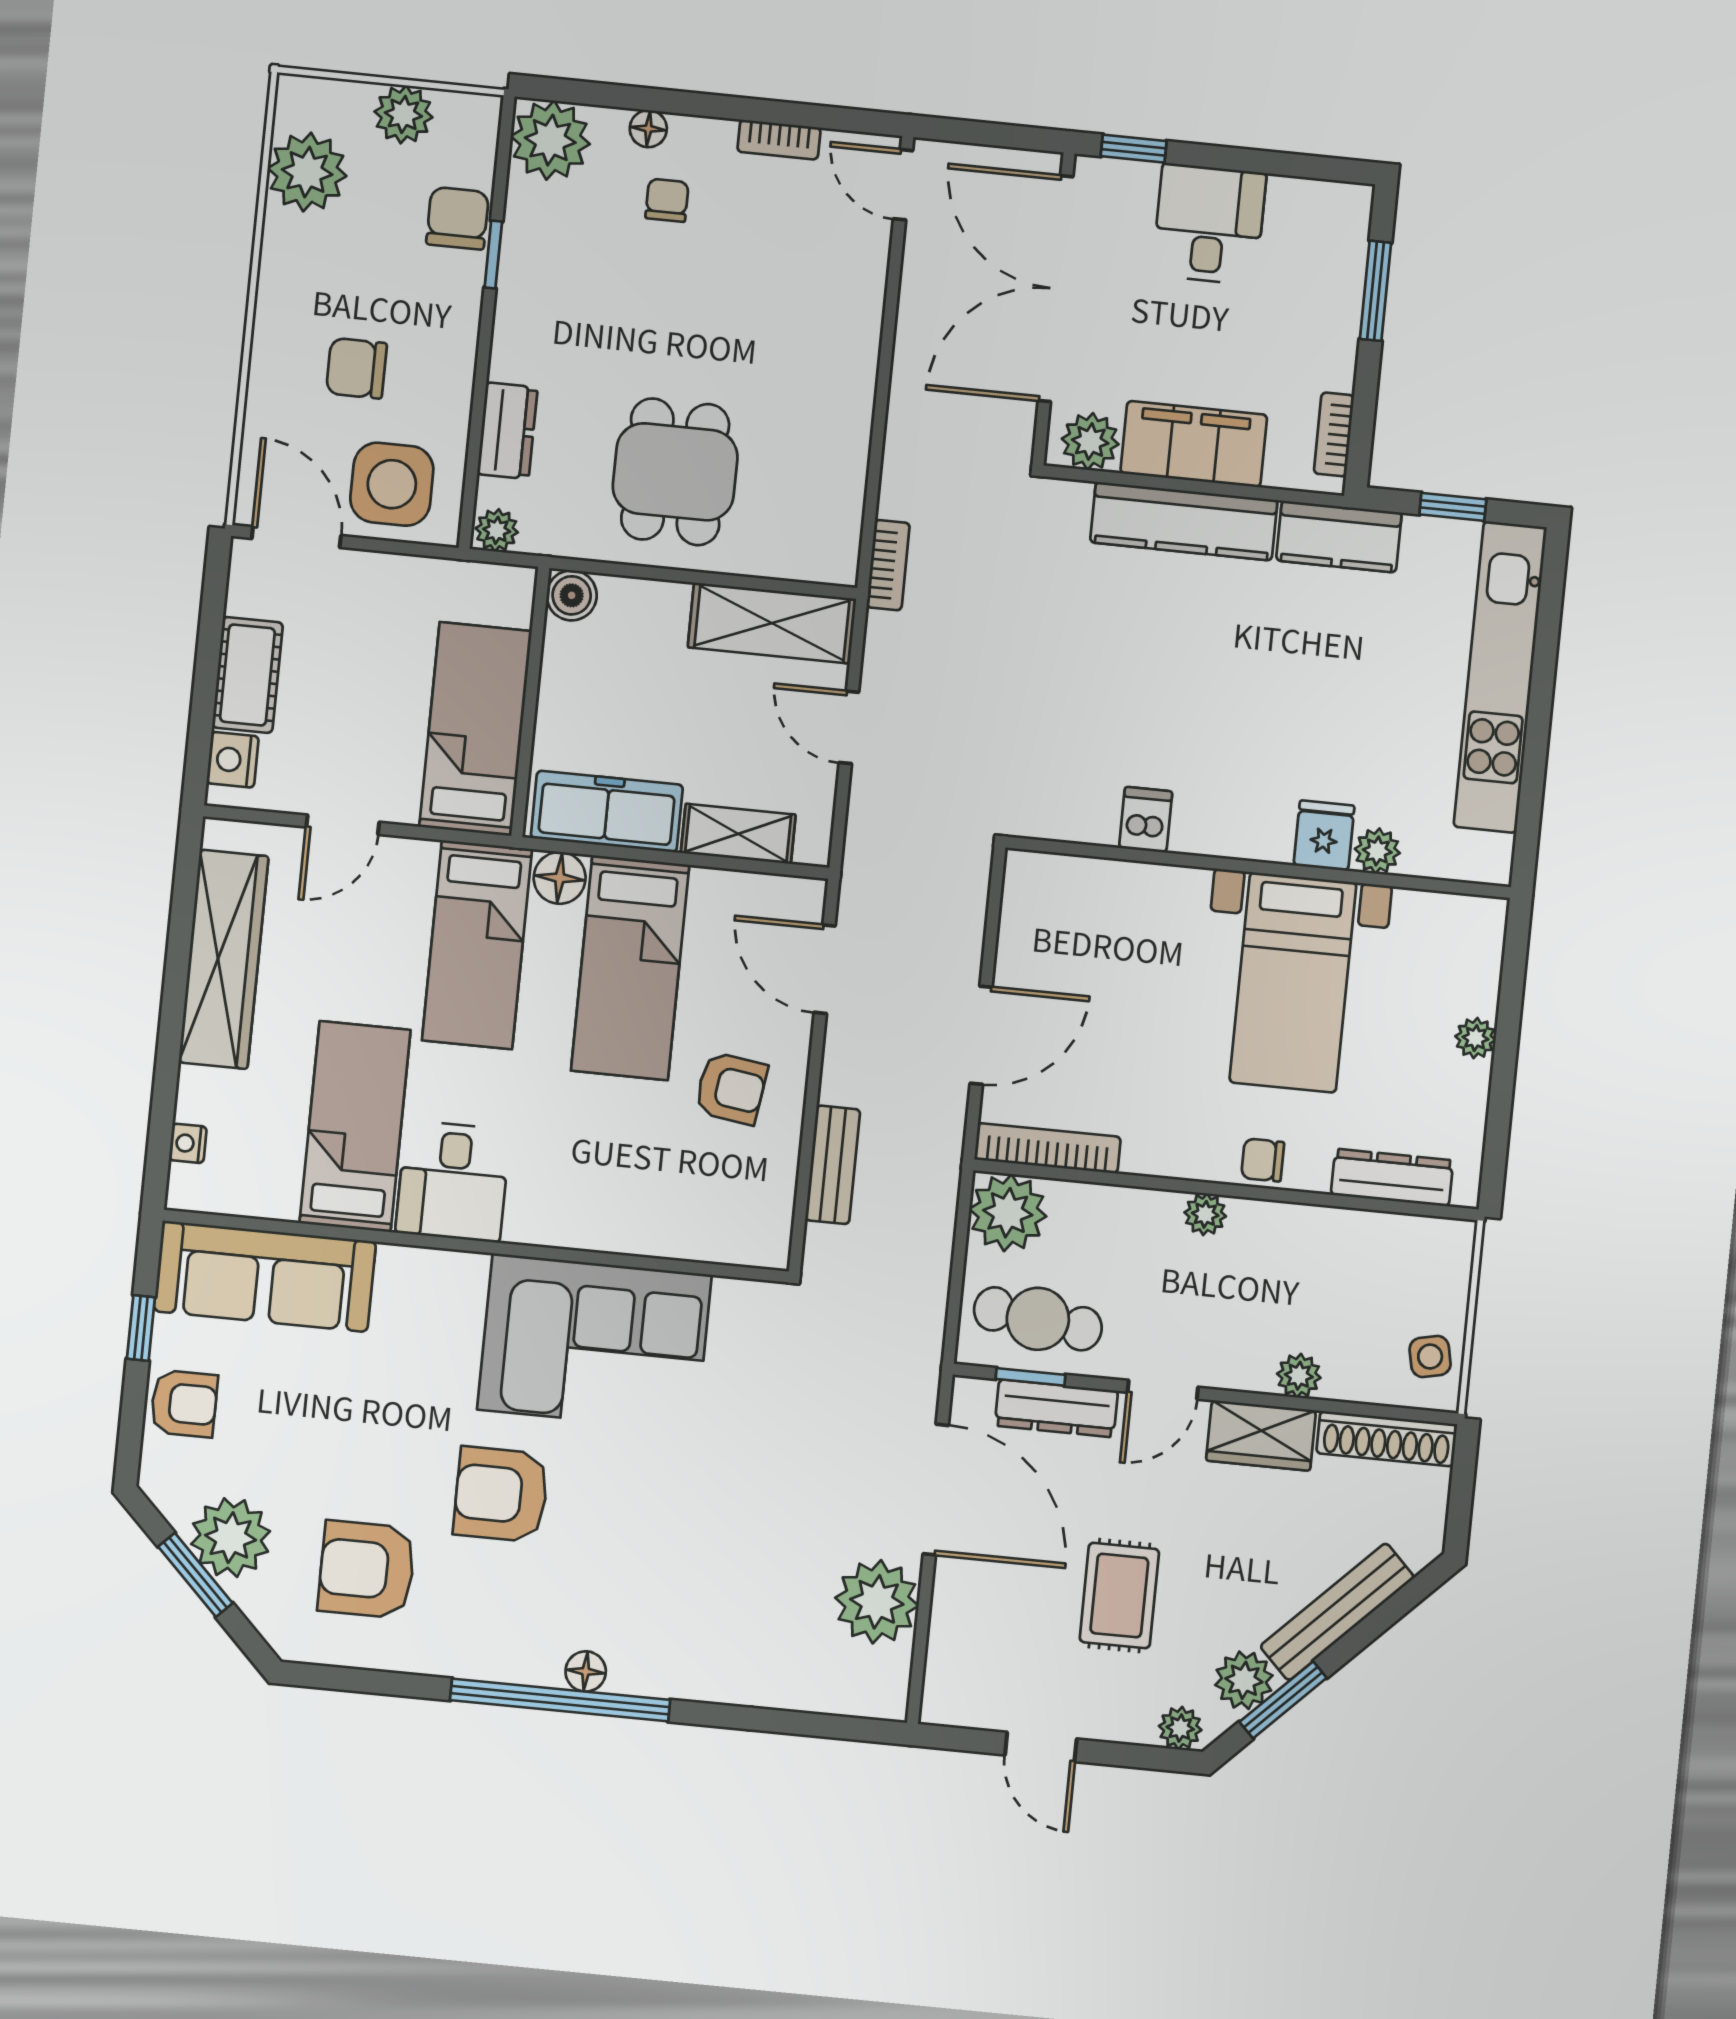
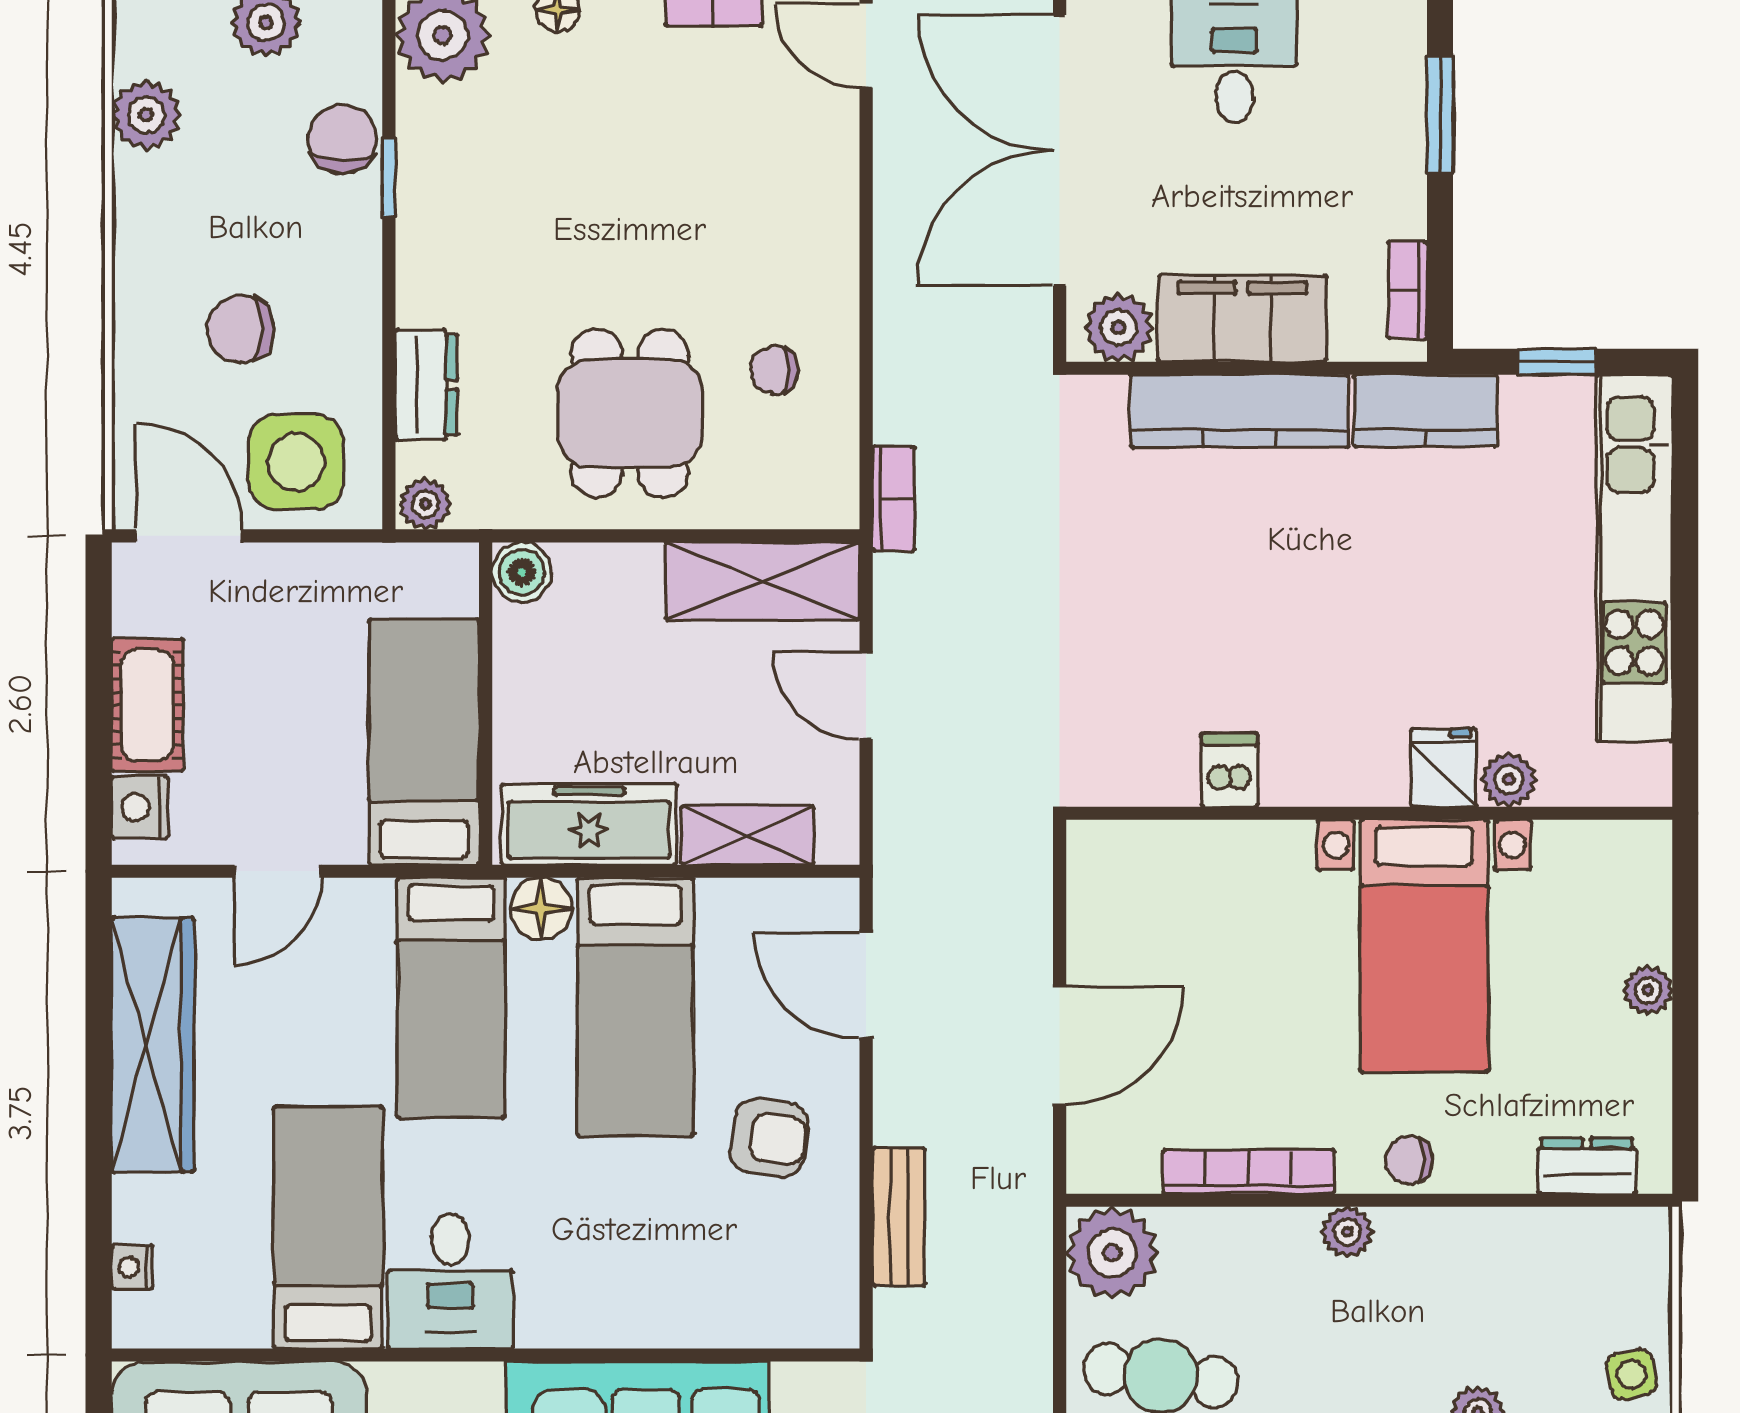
plant: (307, 172) -> (146, 115), width x0.73, depth x0.73
chair: (667, 200) -> (774, 370), moved, turned -90
bookcase: (1048, 1148) -> (1248, 1172), moved
dresser: (1392, 1178) -> (1587, 1166), width x0.70

